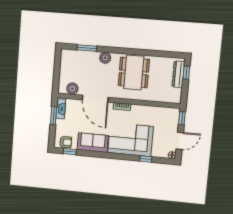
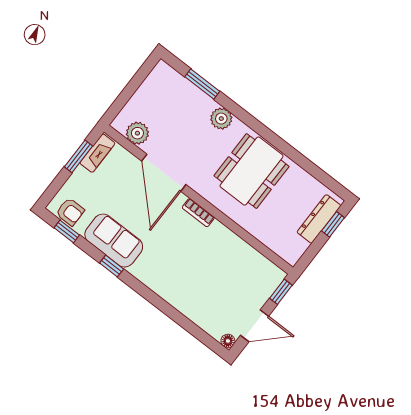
corner sofa: (130, 140) -> (178, 274), removed
window: (146, 159) -> (112, 266), moved

